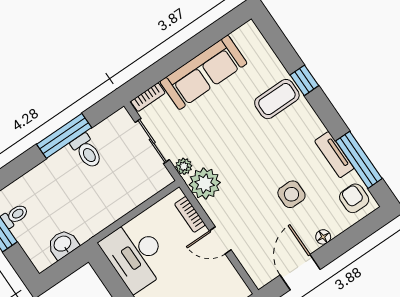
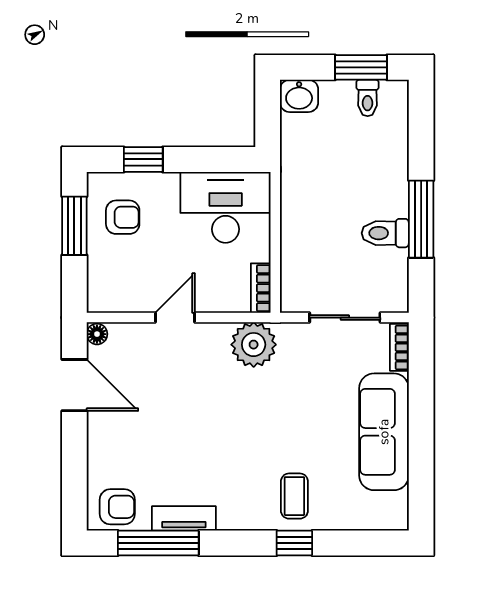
coffee table: (277, 99) -> (294, 496), width x0.73, depth x0.77
plant: (184, 166) -> (290, 334), removed
side table: (291, 194) -> (172, 437), removed
bookcase: (190, 214) -> (261, 288), moved, turned -90
floor lamp: (323, 237) -> (97, 334), moved
washbasin: (63, 244) -> (299, 96), moved, turned 90

